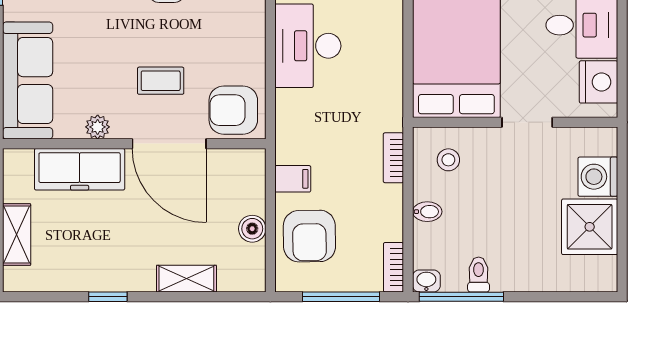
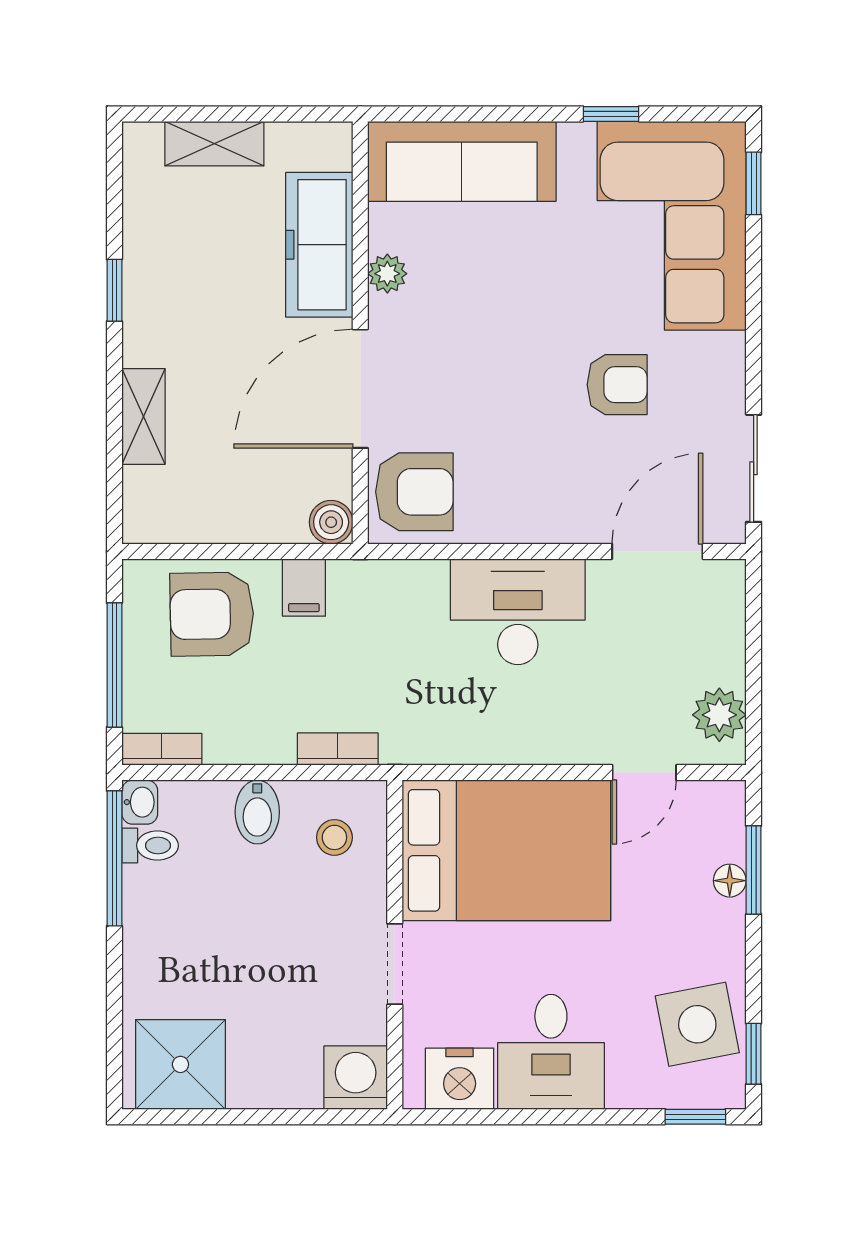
coffee table: (161, 81) -> (462, 375), removed
armchair: (233, 110) -> (414, 492), turned 90
washing machine: (598, 177) -> (356, 1078), moved
bidet: (427, 212) -> (257, 812), width x1.38, depth x1.36
shower: (590, 227) -> (180, 1064), moved
boiler: (252, 229) -> (331, 522), moved
toilet: (479, 275) -> (150, 846), moved

